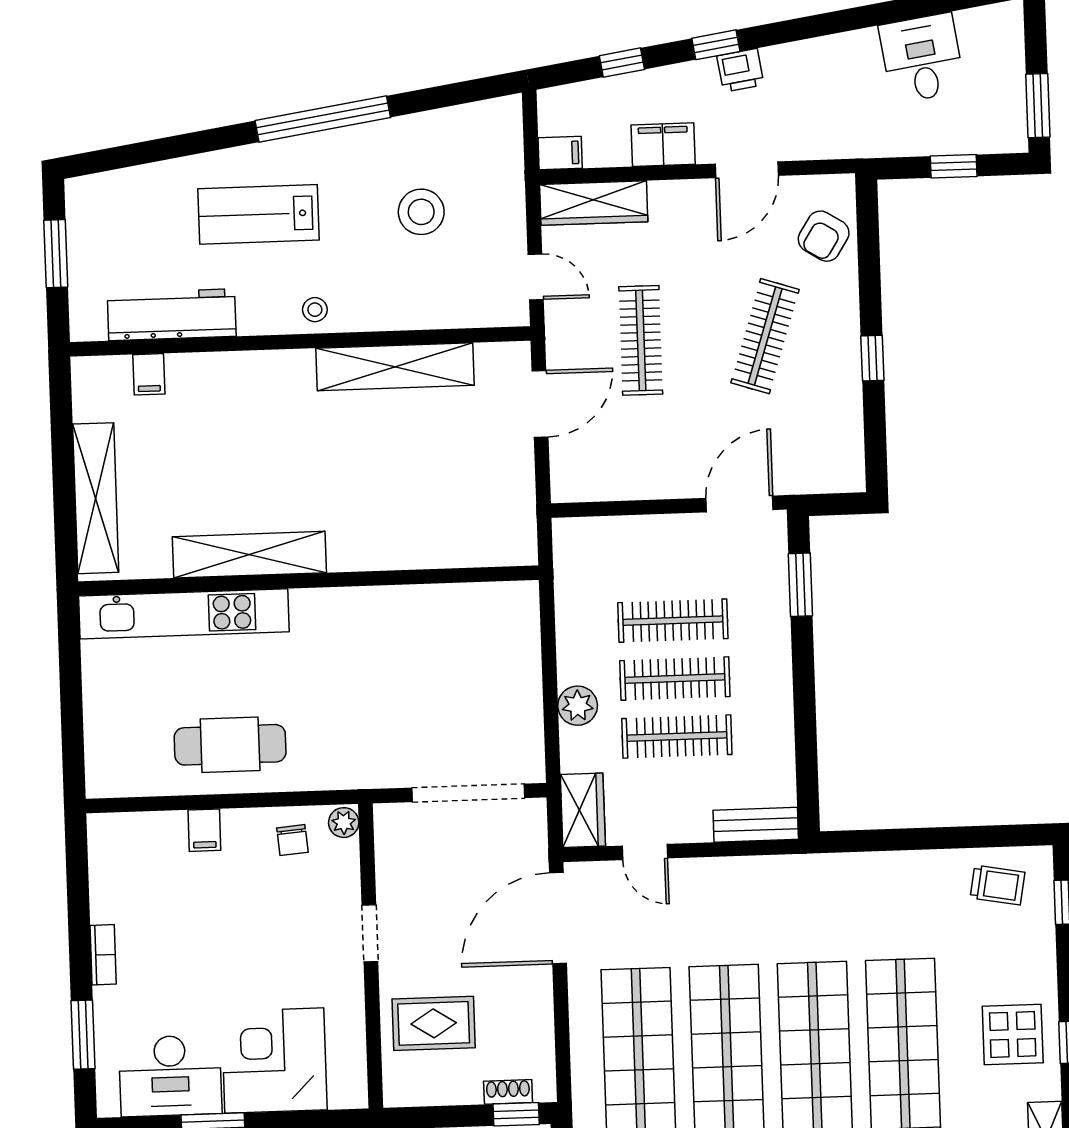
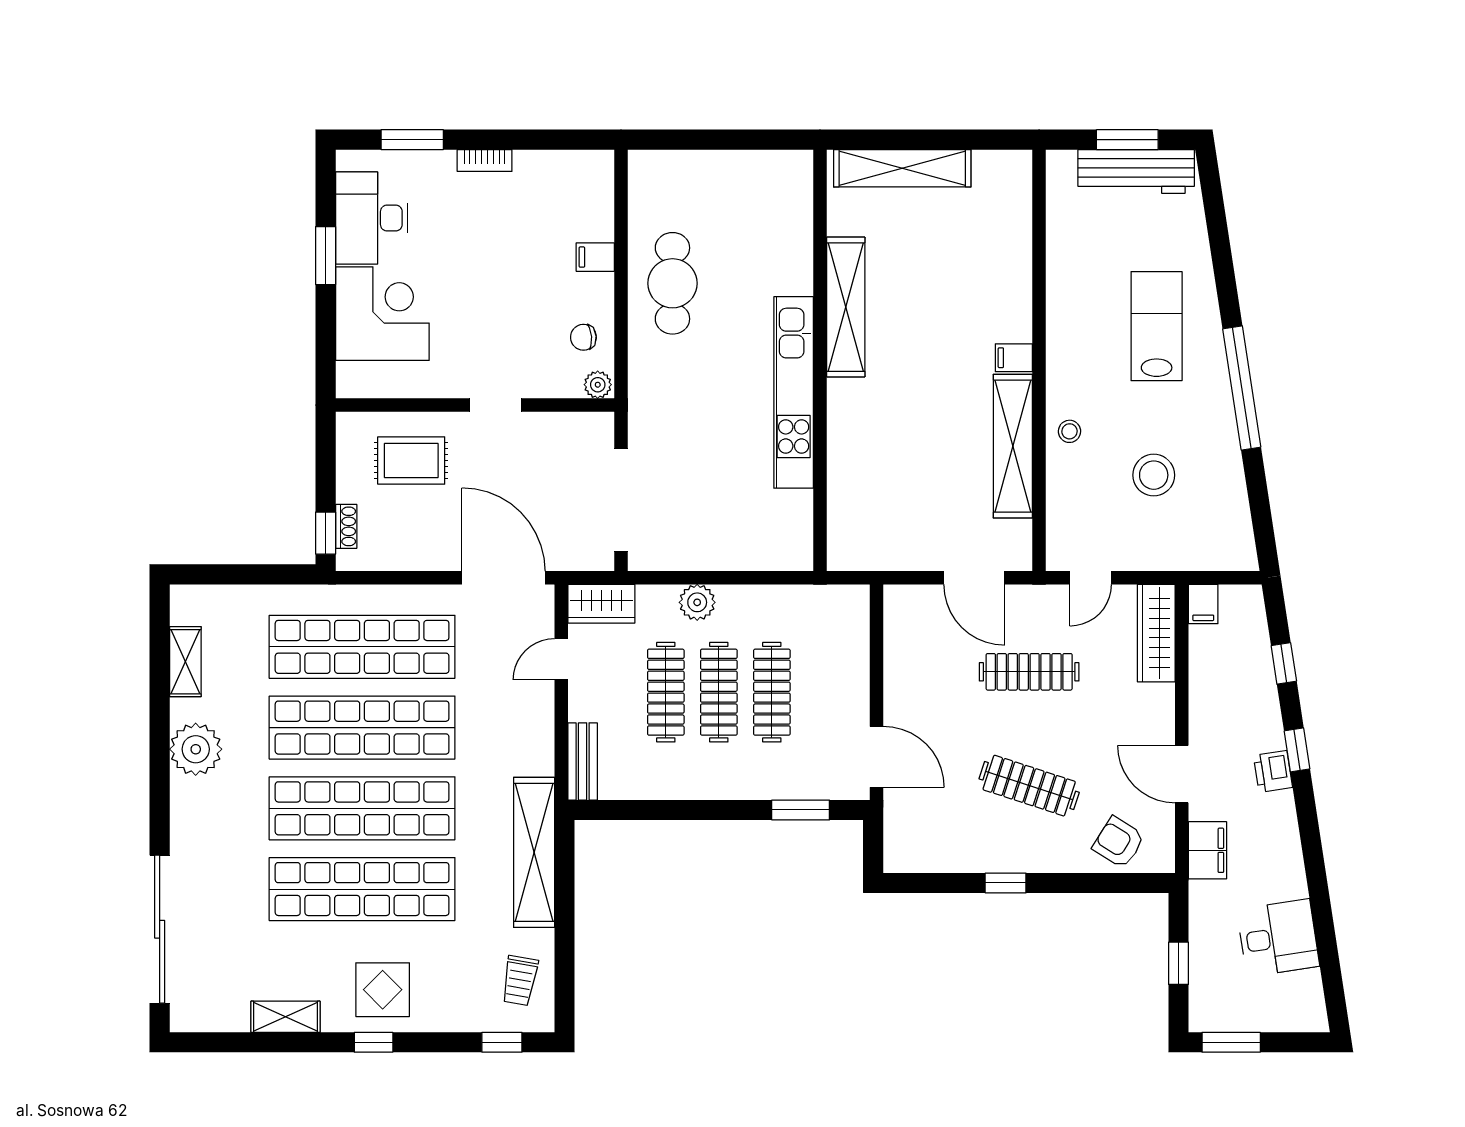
filing cabinet: (663, 145) -> (1208, 850), moved
stool: (315, 310) -> (1069, 431), moved
workbench: (172, 315) -> (1136, 171), moved, turned 90
filing cabinet: (149, 374) -> (1014, 358), moved
kitchen unit: (184, 614) -> (794, 392), moved
shelving: (857, 874) -> (534, 852), added
rug: (434, 1023) -> (411, 460), turned 90

